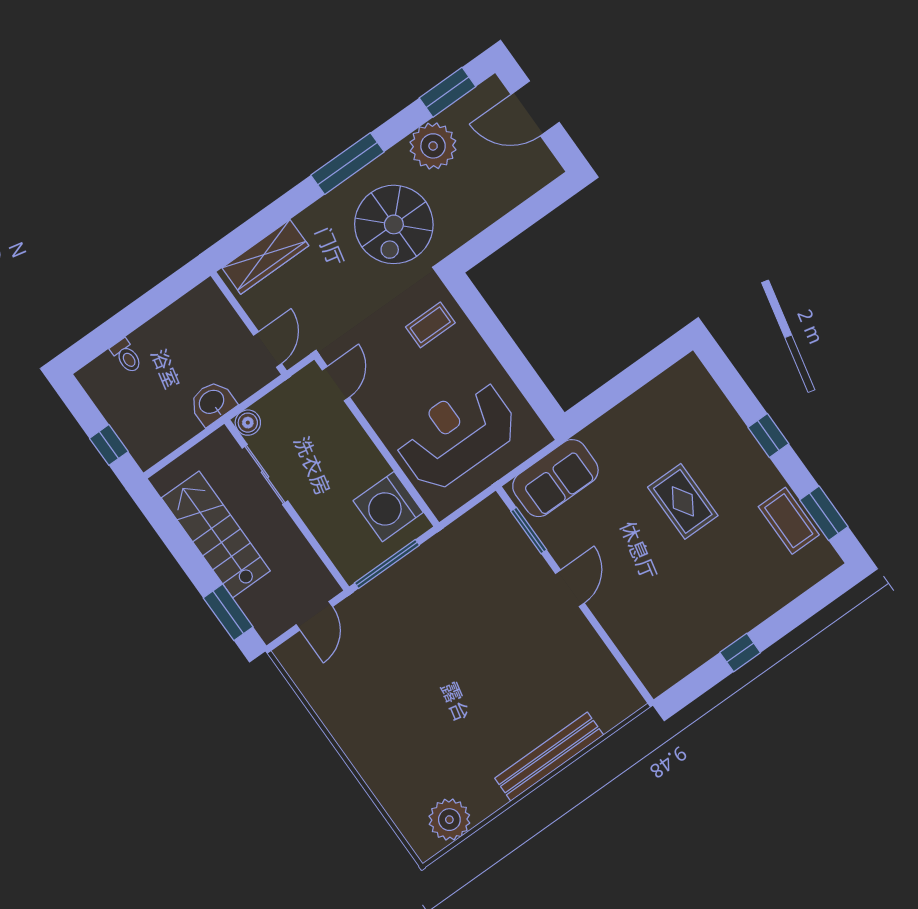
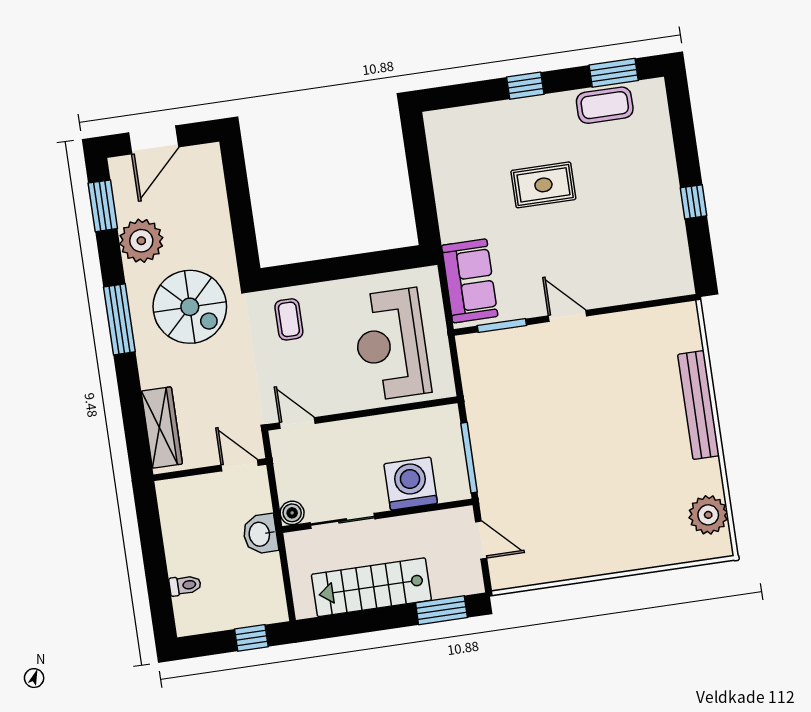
washing machine: (388, 507) -> (411, 484), moved, turned 180

